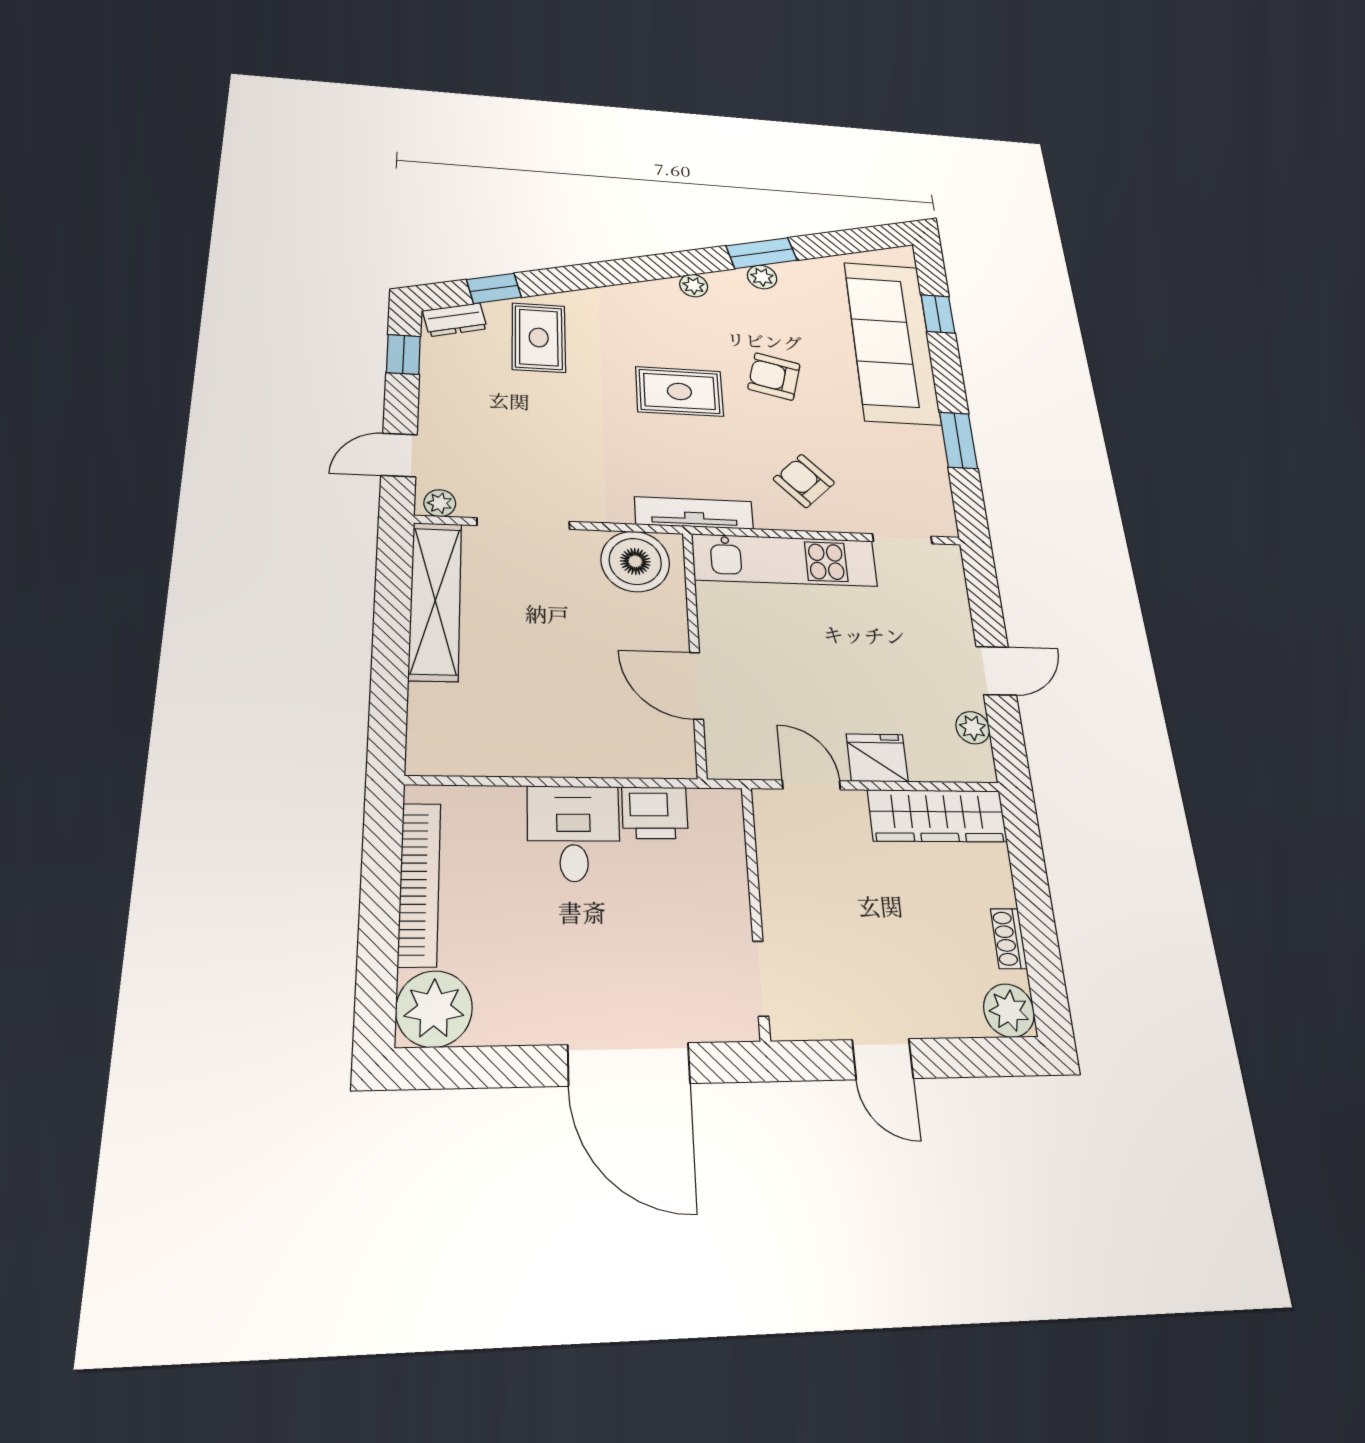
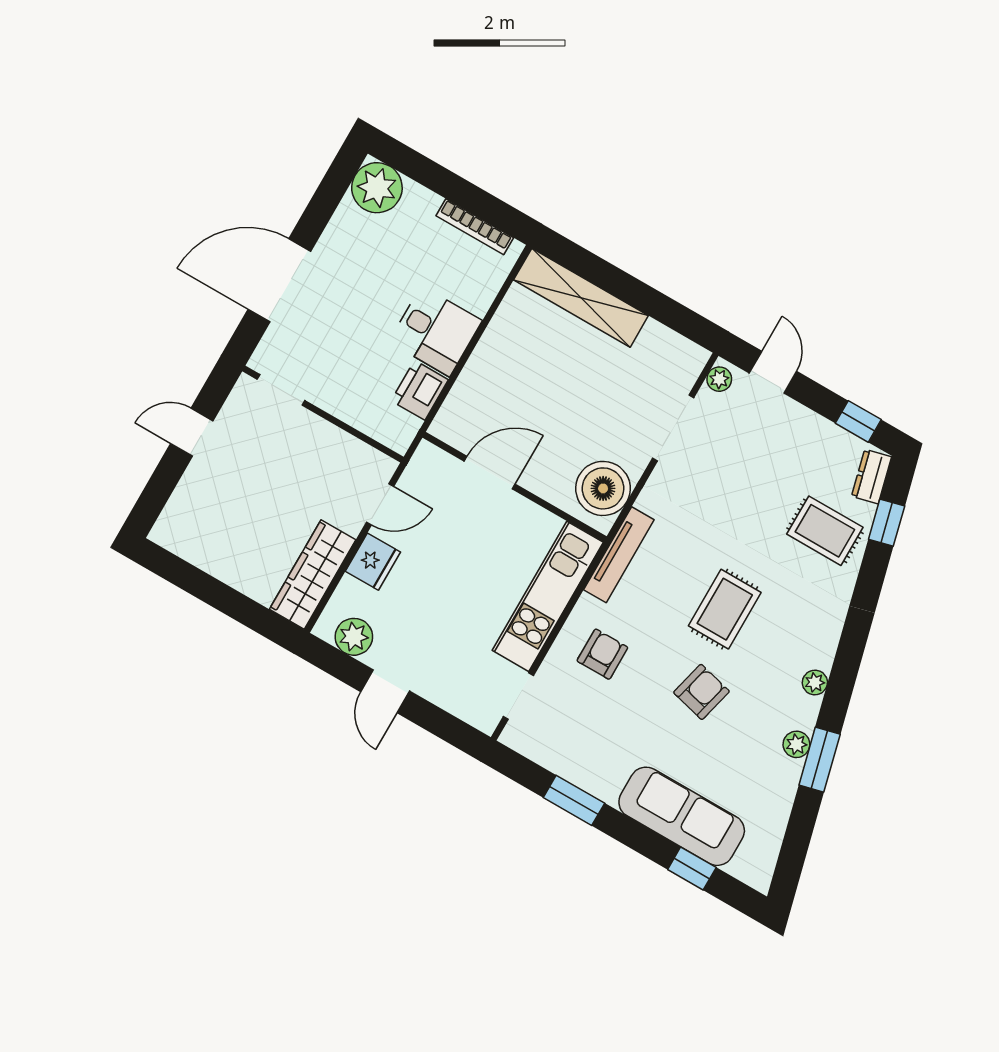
sofa: (892, 342) -> (682, 816), width x0.74, depth x0.79
armchair: (804, 481) -> (602, 654), turned -46
shelving: (435, 600) -> (581, 298), moved
plant: (973, 728) -> (354, 637), width x1.38, depth x1.38
bookcase: (419, 884) -> (475, 227), width x0.68, depth x0.76
shoe rack: (1009, 939) -> (212, 564), removed
plant: (1009, 1010) -> (171, 531), removed

